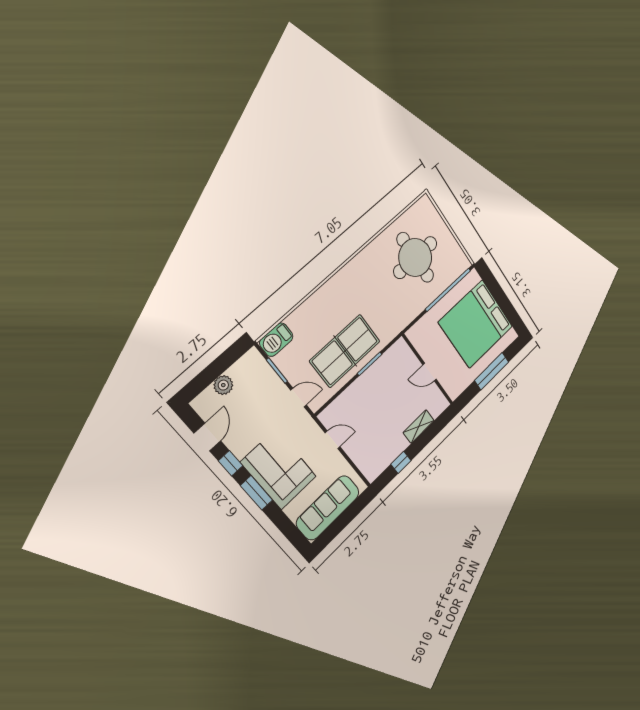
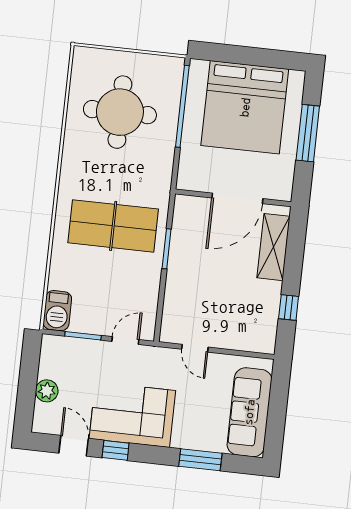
table tennis table: (345, 351) -> (113, 226), moved, turned 90
door: (429, 372) -> (237, 198), width x1.87
shelving: (419, 427) -> (273, 247), width x1.50, depth x1.33
door: (333, 440) -> (195, 348), swing flipped
corner sofa: (279, 469) -> (132, 415), moved
window: (257, 493) -> (200, 460), moved

